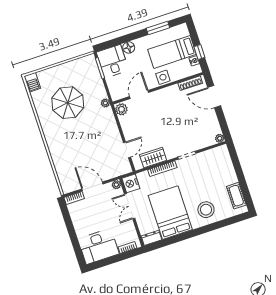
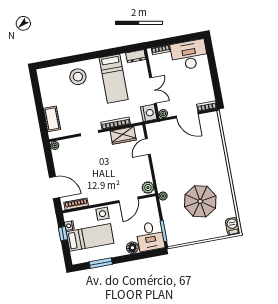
cot: (236, 196) -> (52, 119), moved
bed: (170, 213) -> (114, 79), width x0.67

